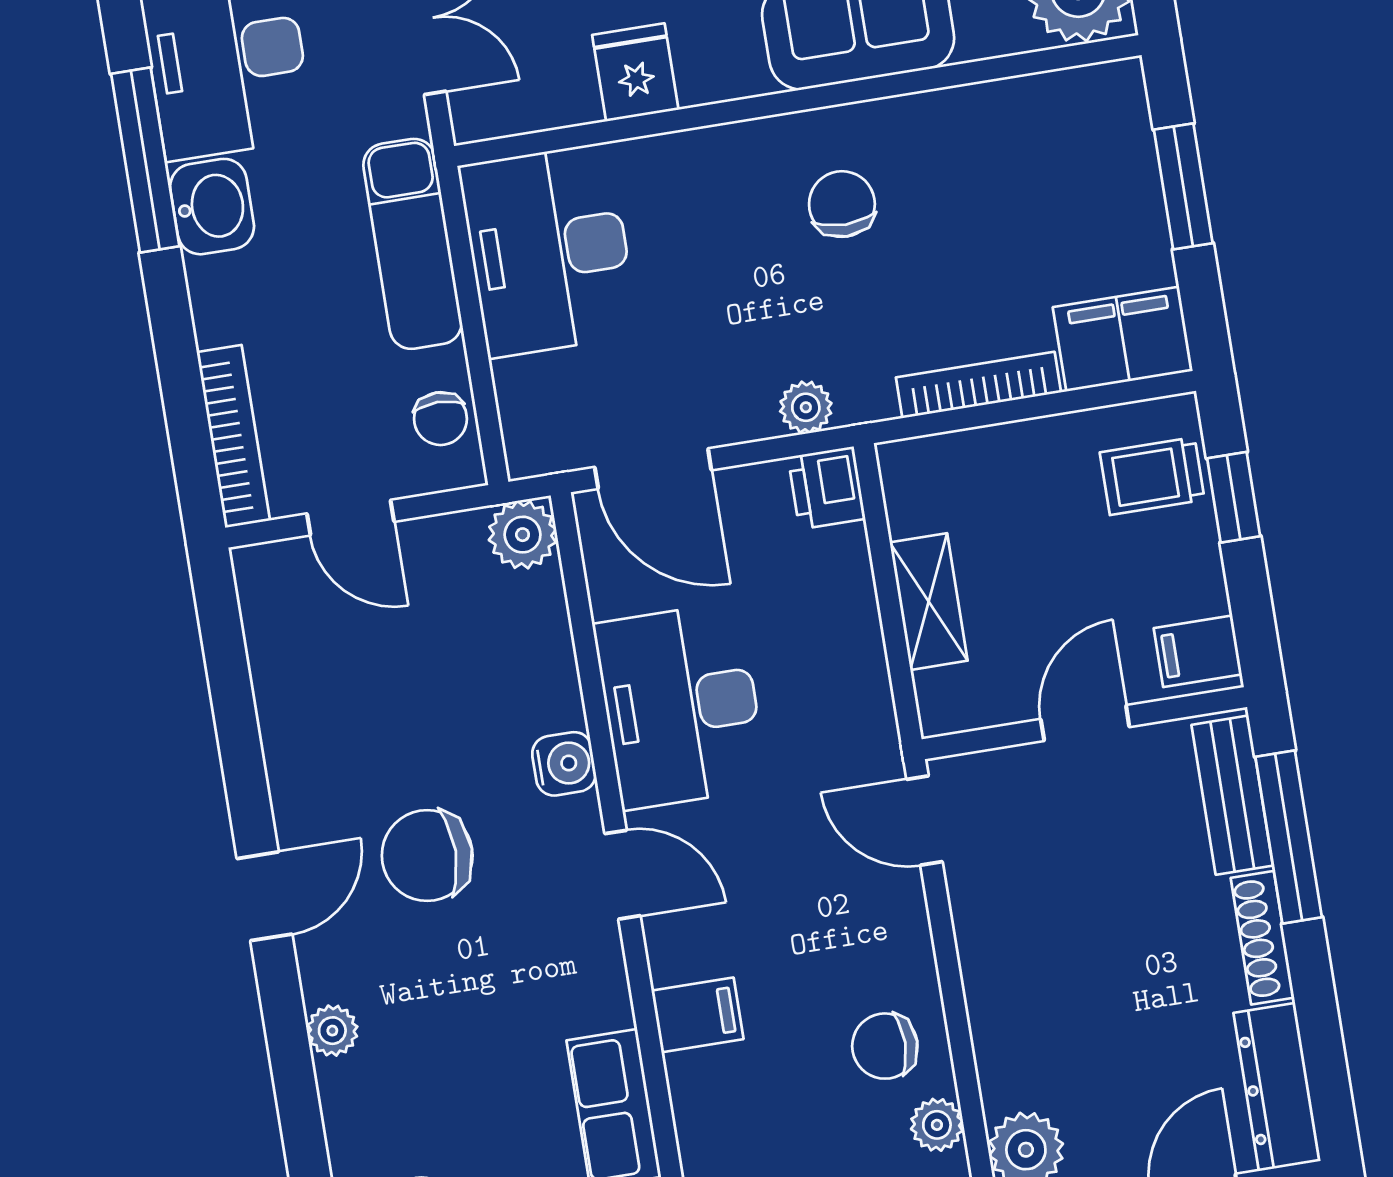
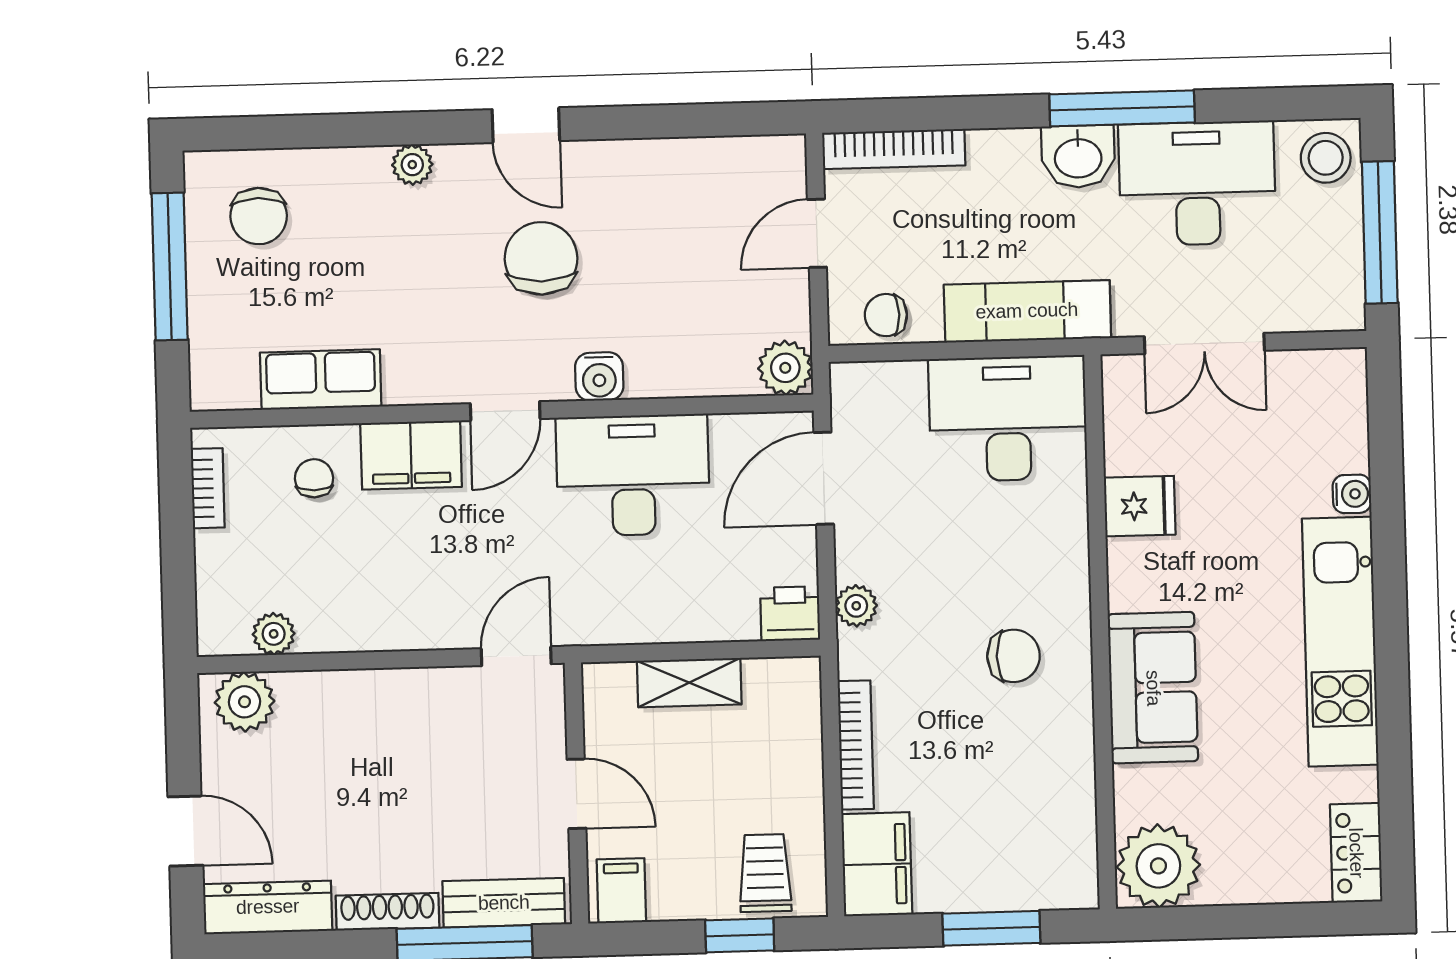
filing cabinet: (697, 1015) -> (411, 455), width x2.00
chair: (885, 1046) -> (314, 478), moved, width x0.73, depth x0.73

